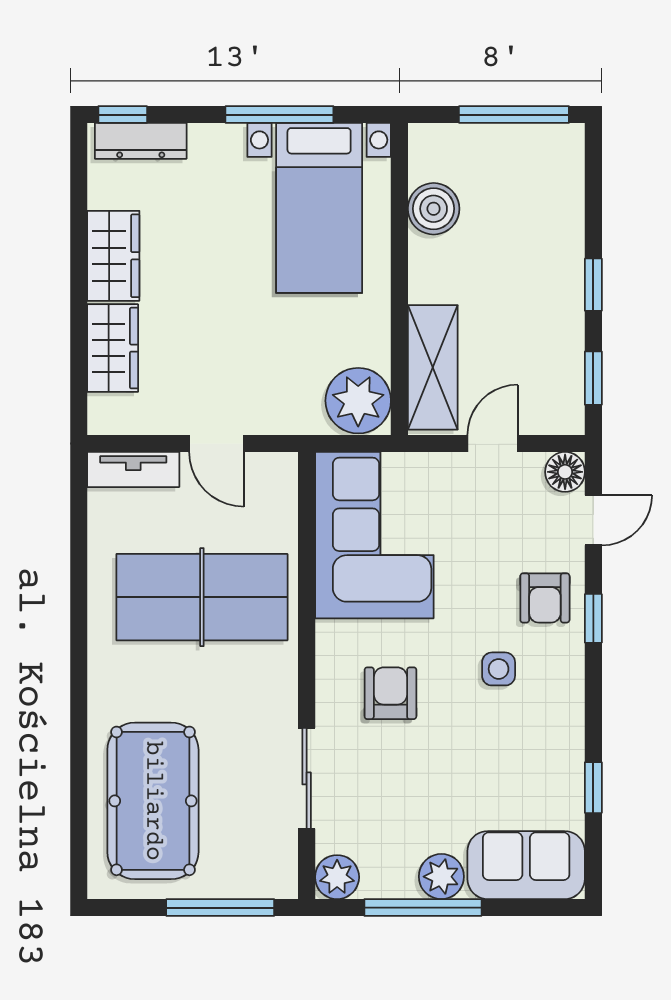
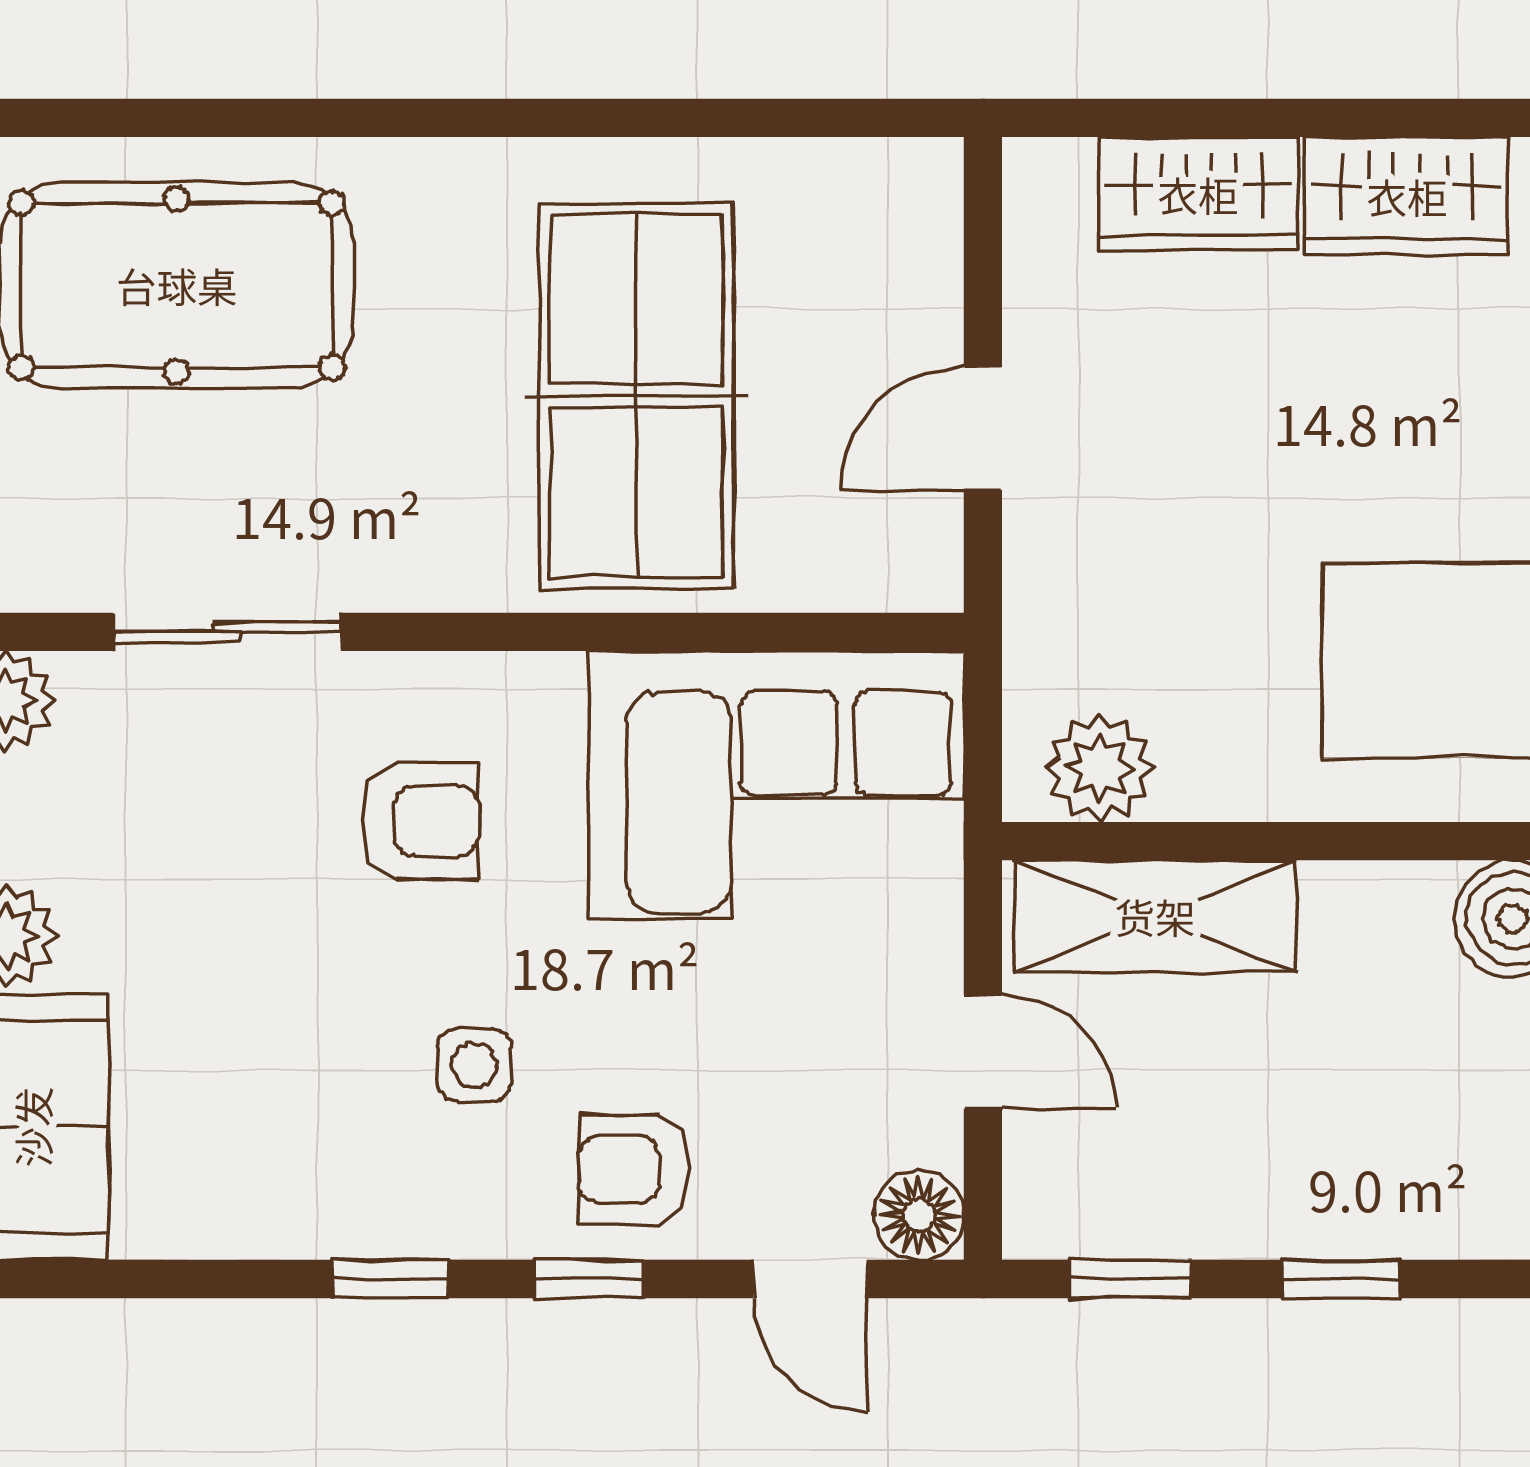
plant: (358, 401) -> (1099, 768), width x0.73, depth x0.73
tv unit: (133, 470) -> (924, 241), removed
window: (593, 788) -> (390, 1279), moved

